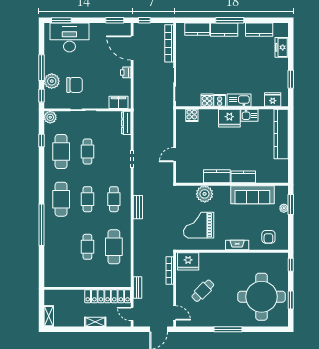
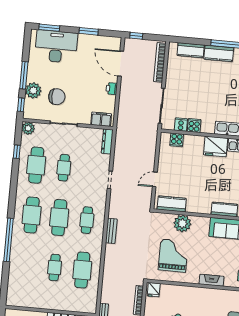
window: (115, 20) -> (89, 31), moved
cooker: (220, 100) -> (181, 125), moved
kitchen counter: (217, 176) -> (172, 204), moved
cafe table: (87, 199) -> (59, 218), width x1.37, depth x1.35
grand piano: (199, 225) -> (173, 256), turned 90
fridge: (188, 261) -> (154, 290), width x0.53, depth x0.75

